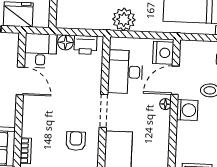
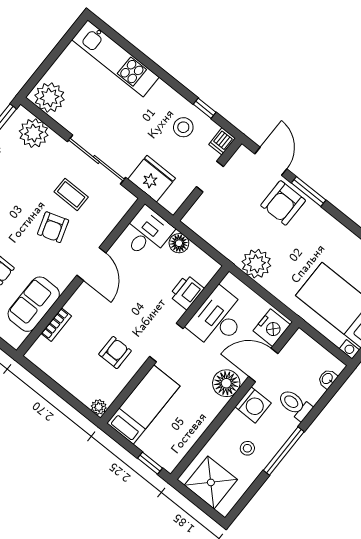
printer: (85, 45) -> (187, 292), moved, turned 90
door: (20, 81) -> (91, 264), moved
floor lamp: (165, 104) -> (226, 383), width x1.89, depth x1.89
stool: (204, 140) -> (247, 448), added

